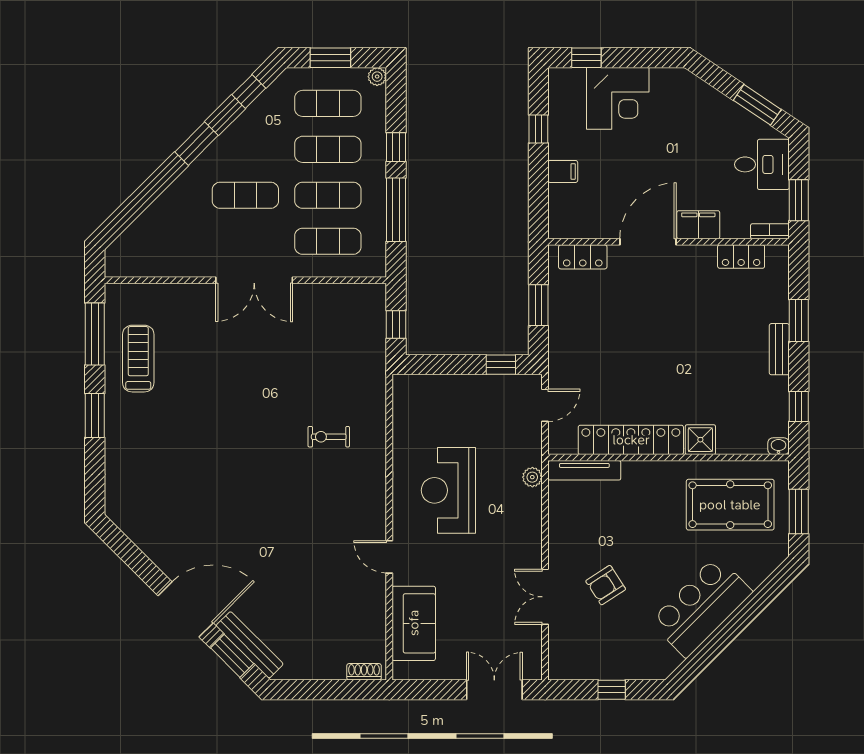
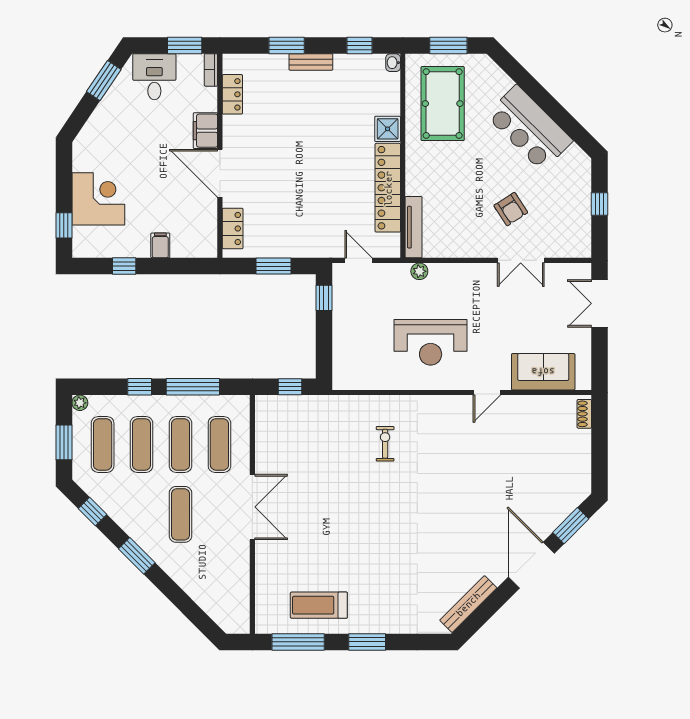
exercise bike: (329, 437) -> (385, 444), turned 180
bench: (250, 645) -> (468, 604), moved

